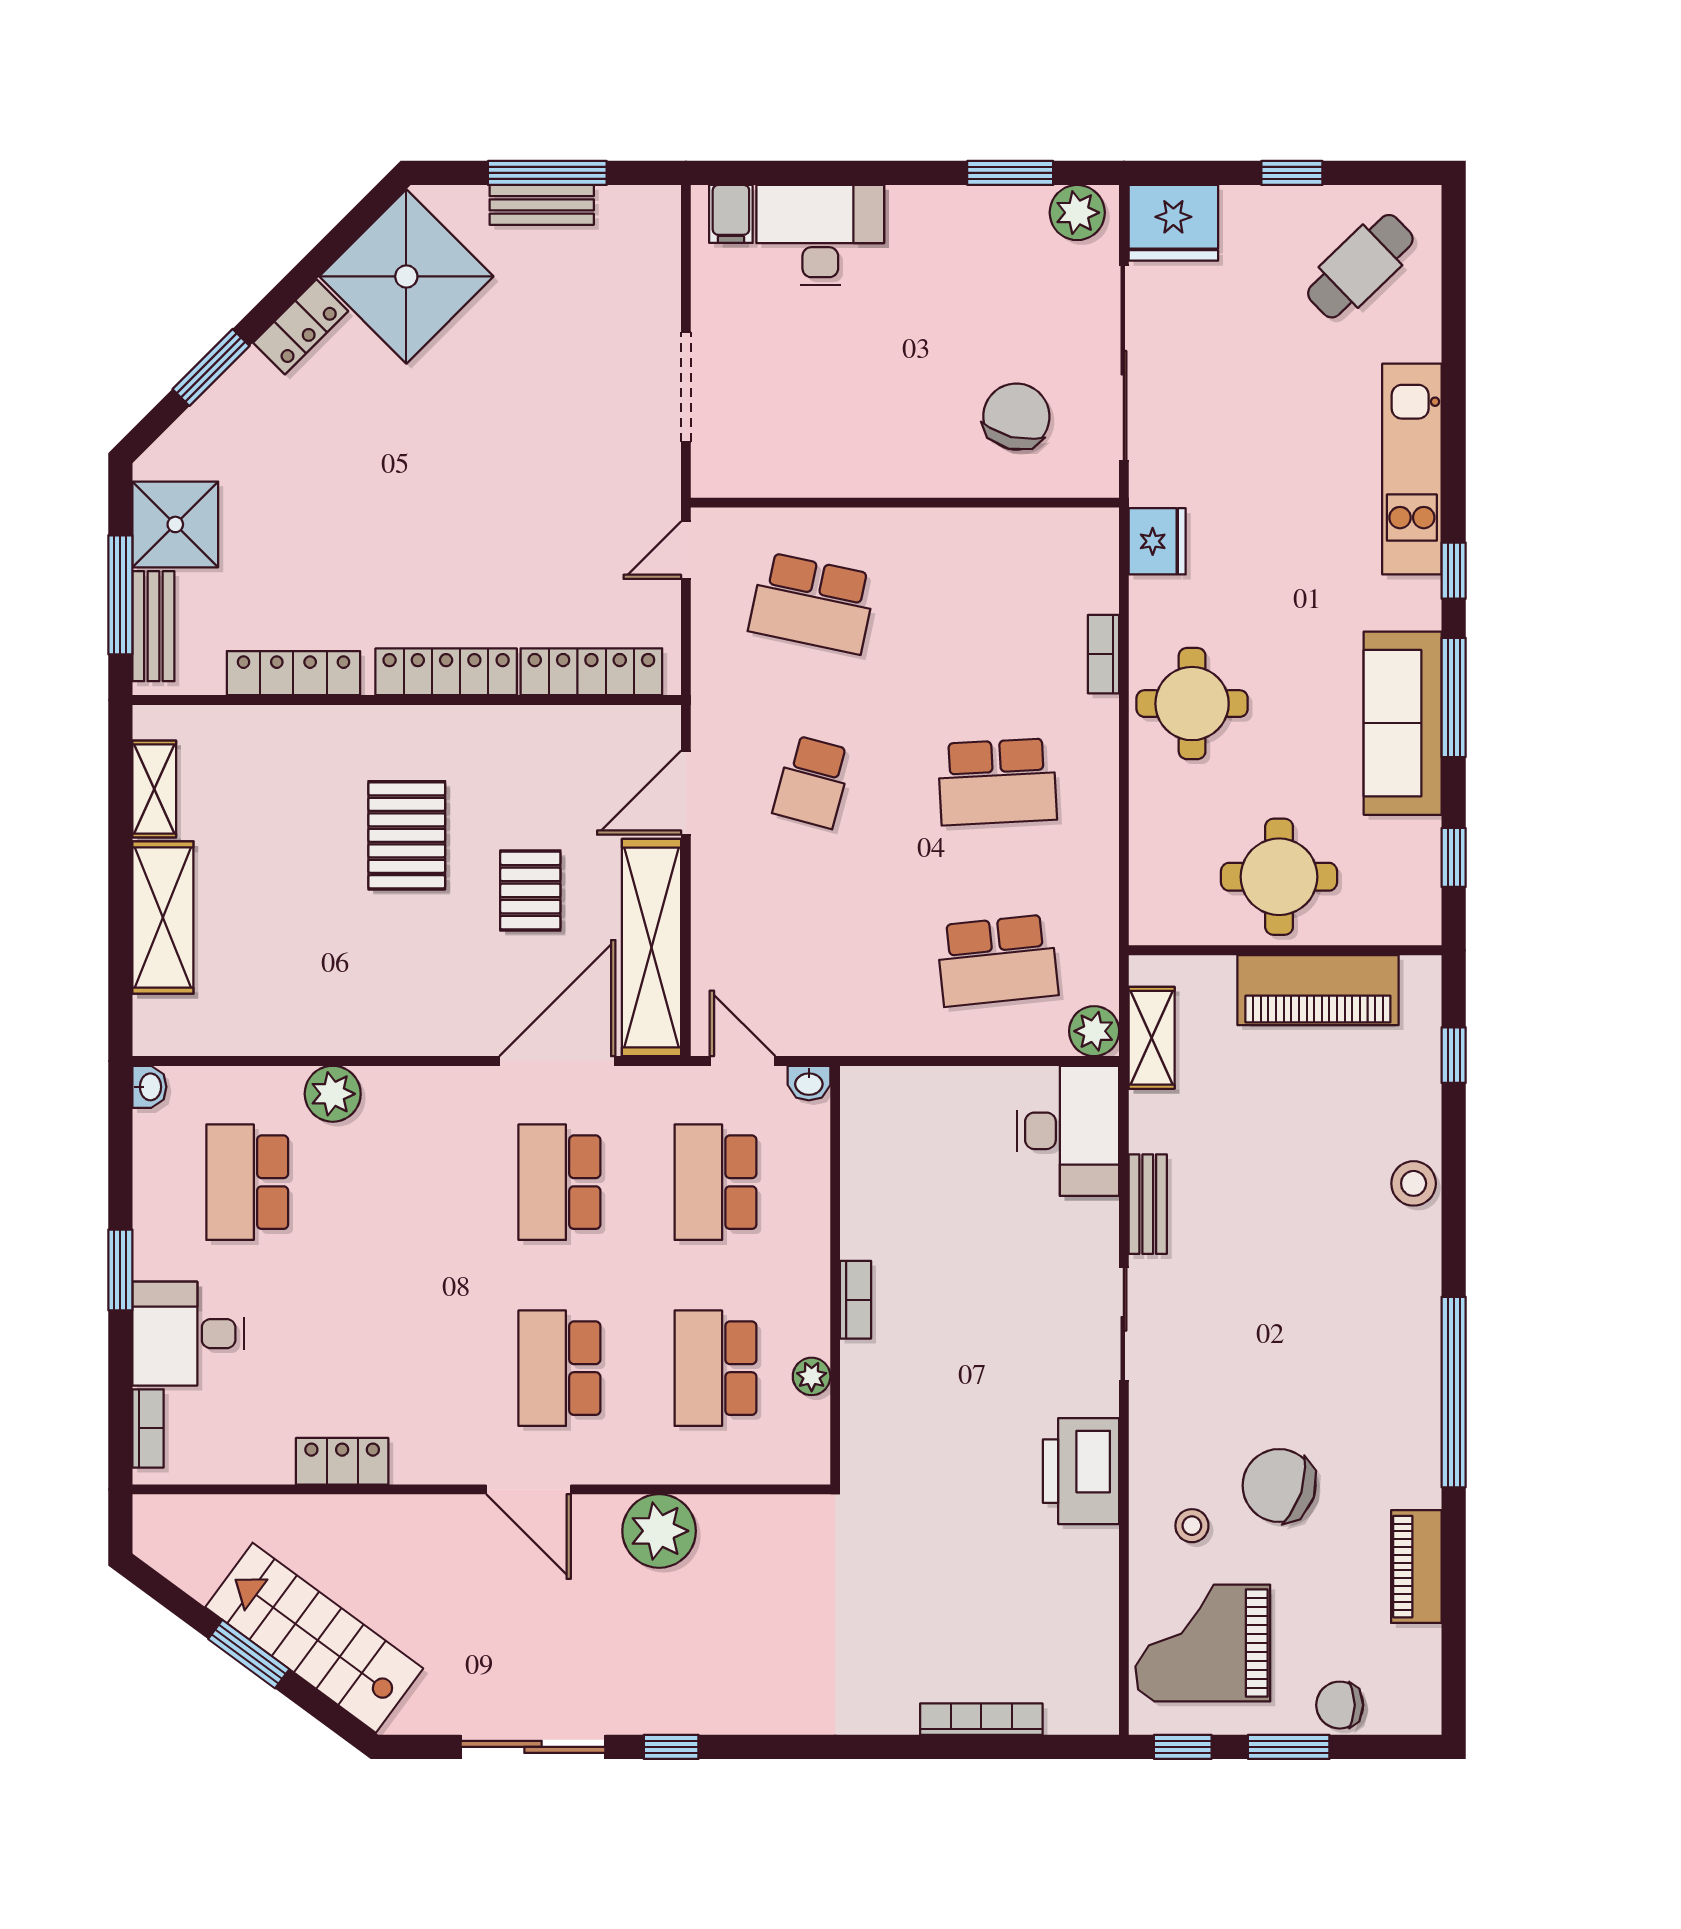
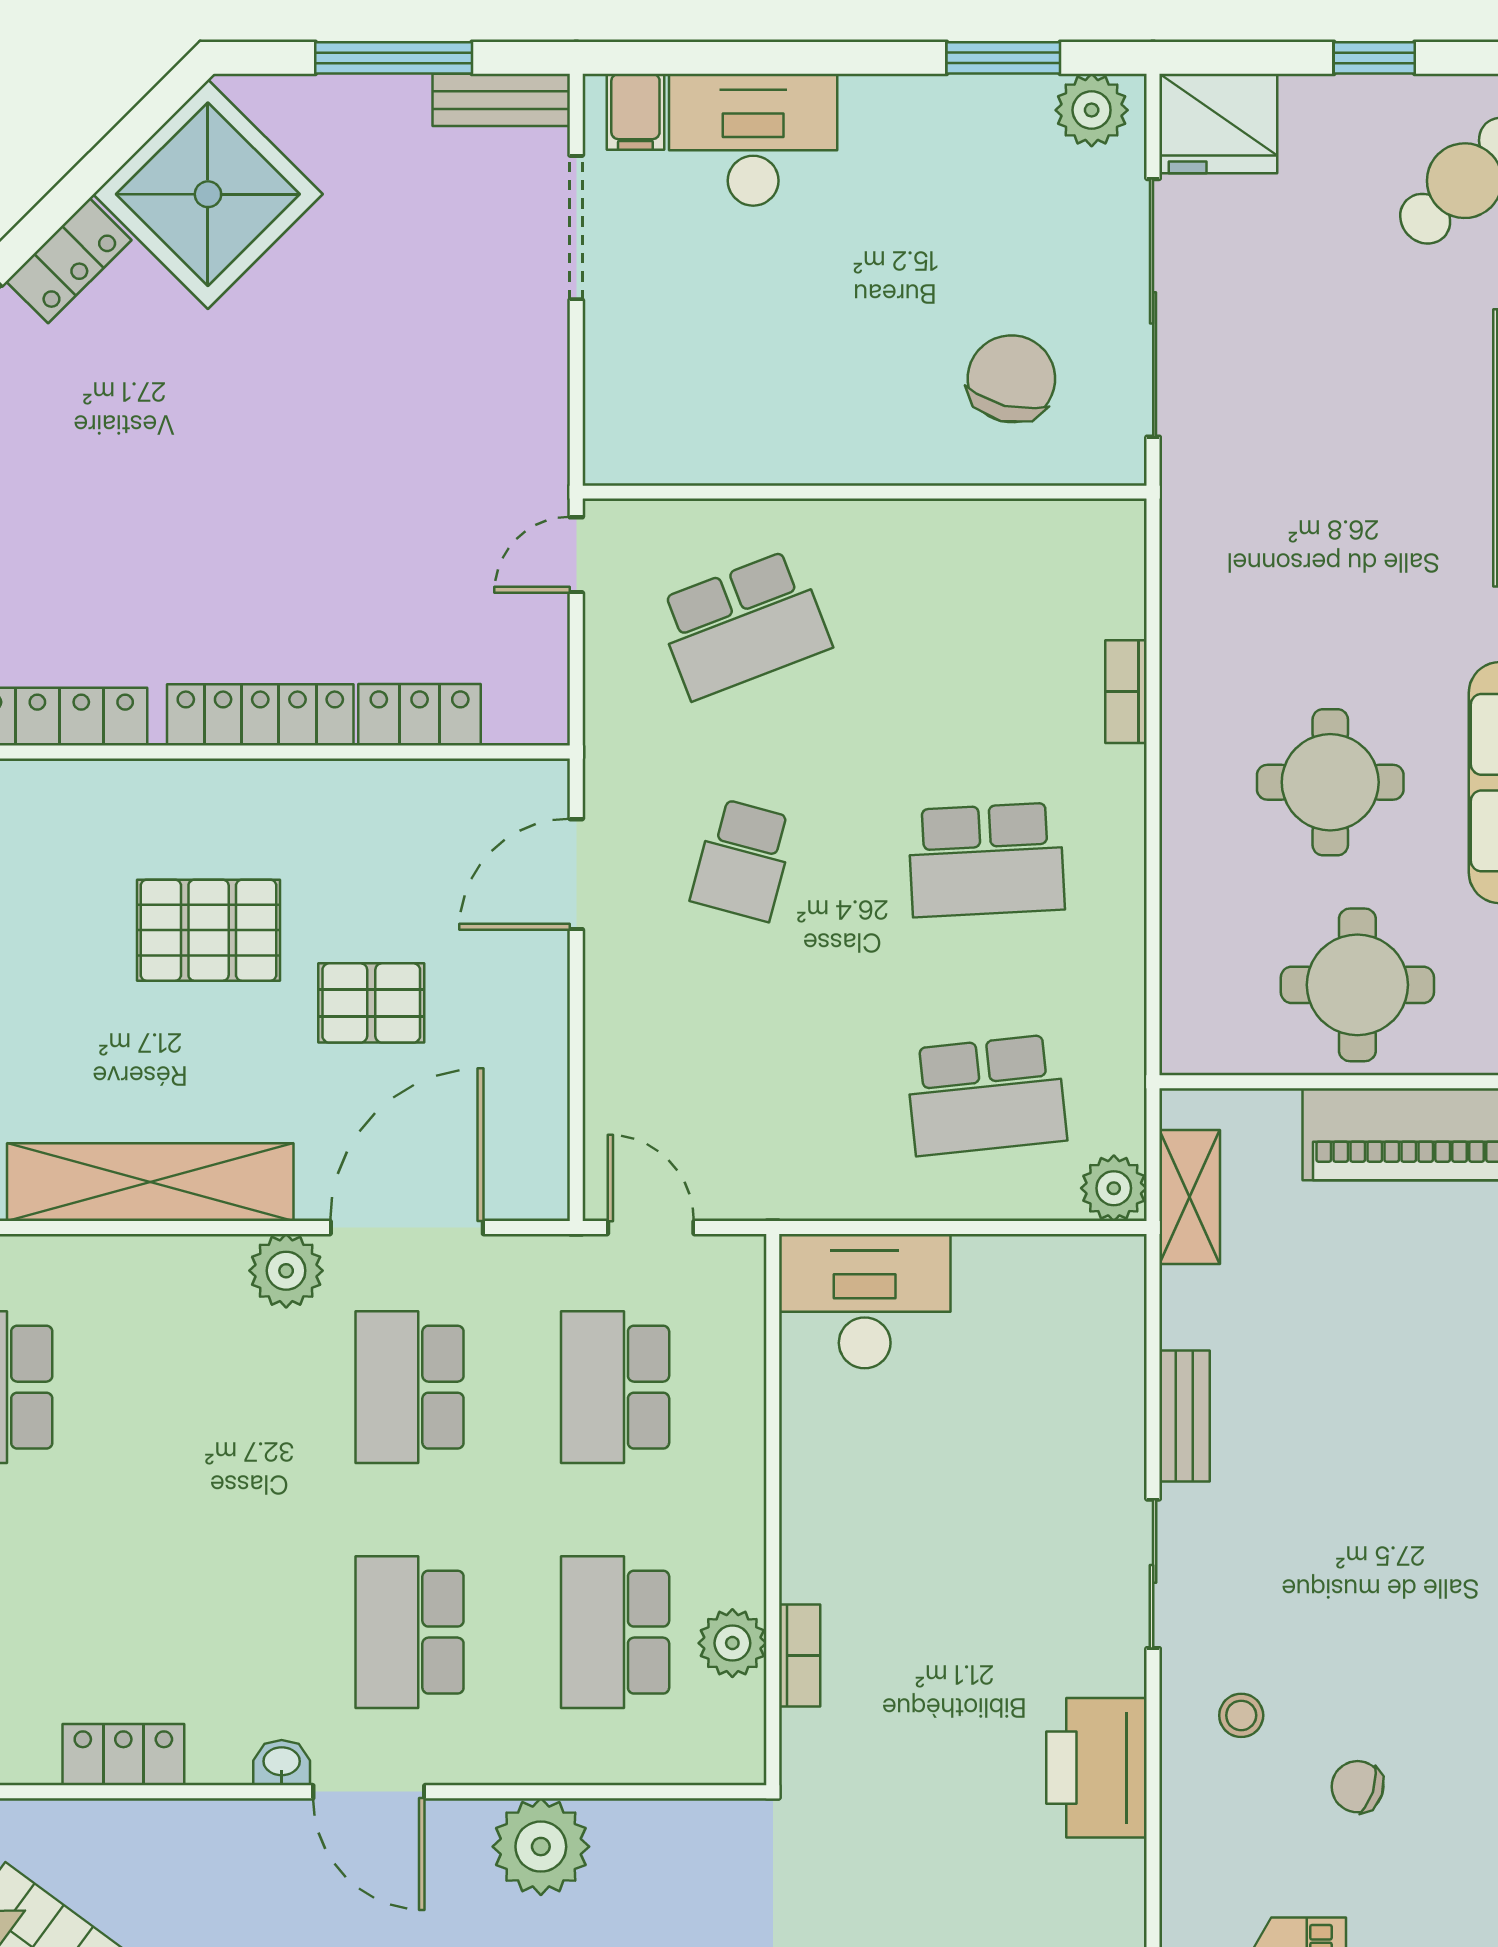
bench: (542, 205) -> (501, 100), moved
doorway: (686, 387) -> (576, 228), moved
fridge: (1157, 541) -> (1197, 543), removed
school desk: (813, 603) -> (743, 625), turned -33
locker: (591, 672) -> (420, 715), width x0.66
round table: (1192, 704) -> (1330, 782), moved
pallet: (407, 835) -> (209, 930), turned 90
pallet: (530, 890) -> (371, 1003), turned 90
shelving: (651, 948) -> (150, 1182), moved, turned 90
washbasin: (809, 1083) -> (282, 1763), moved, turned 180
plant: (333, 1094) -> (286, 1271), moved
desk: (1068, 1131) -> (865, 1301), moved, turned -90
bookcase: (855, 1300) -> (800, 1655), moved
plant: (812, 1376) -> (732, 1643), width x1.38, depth x1.38
chair: (1279, 1486) -> (1358, 1787), width x0.54, depth x0.54
stool: (1192, 1526) -> (1241, 1715), moved

